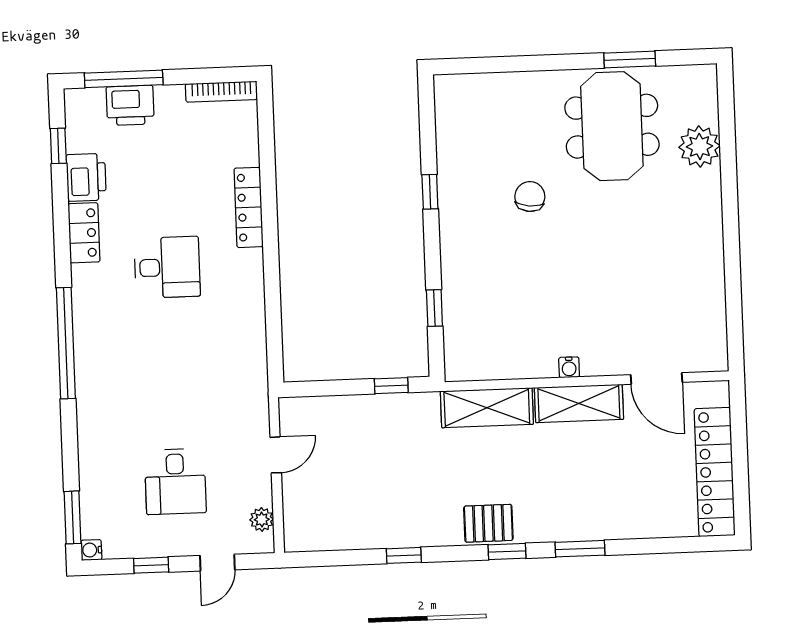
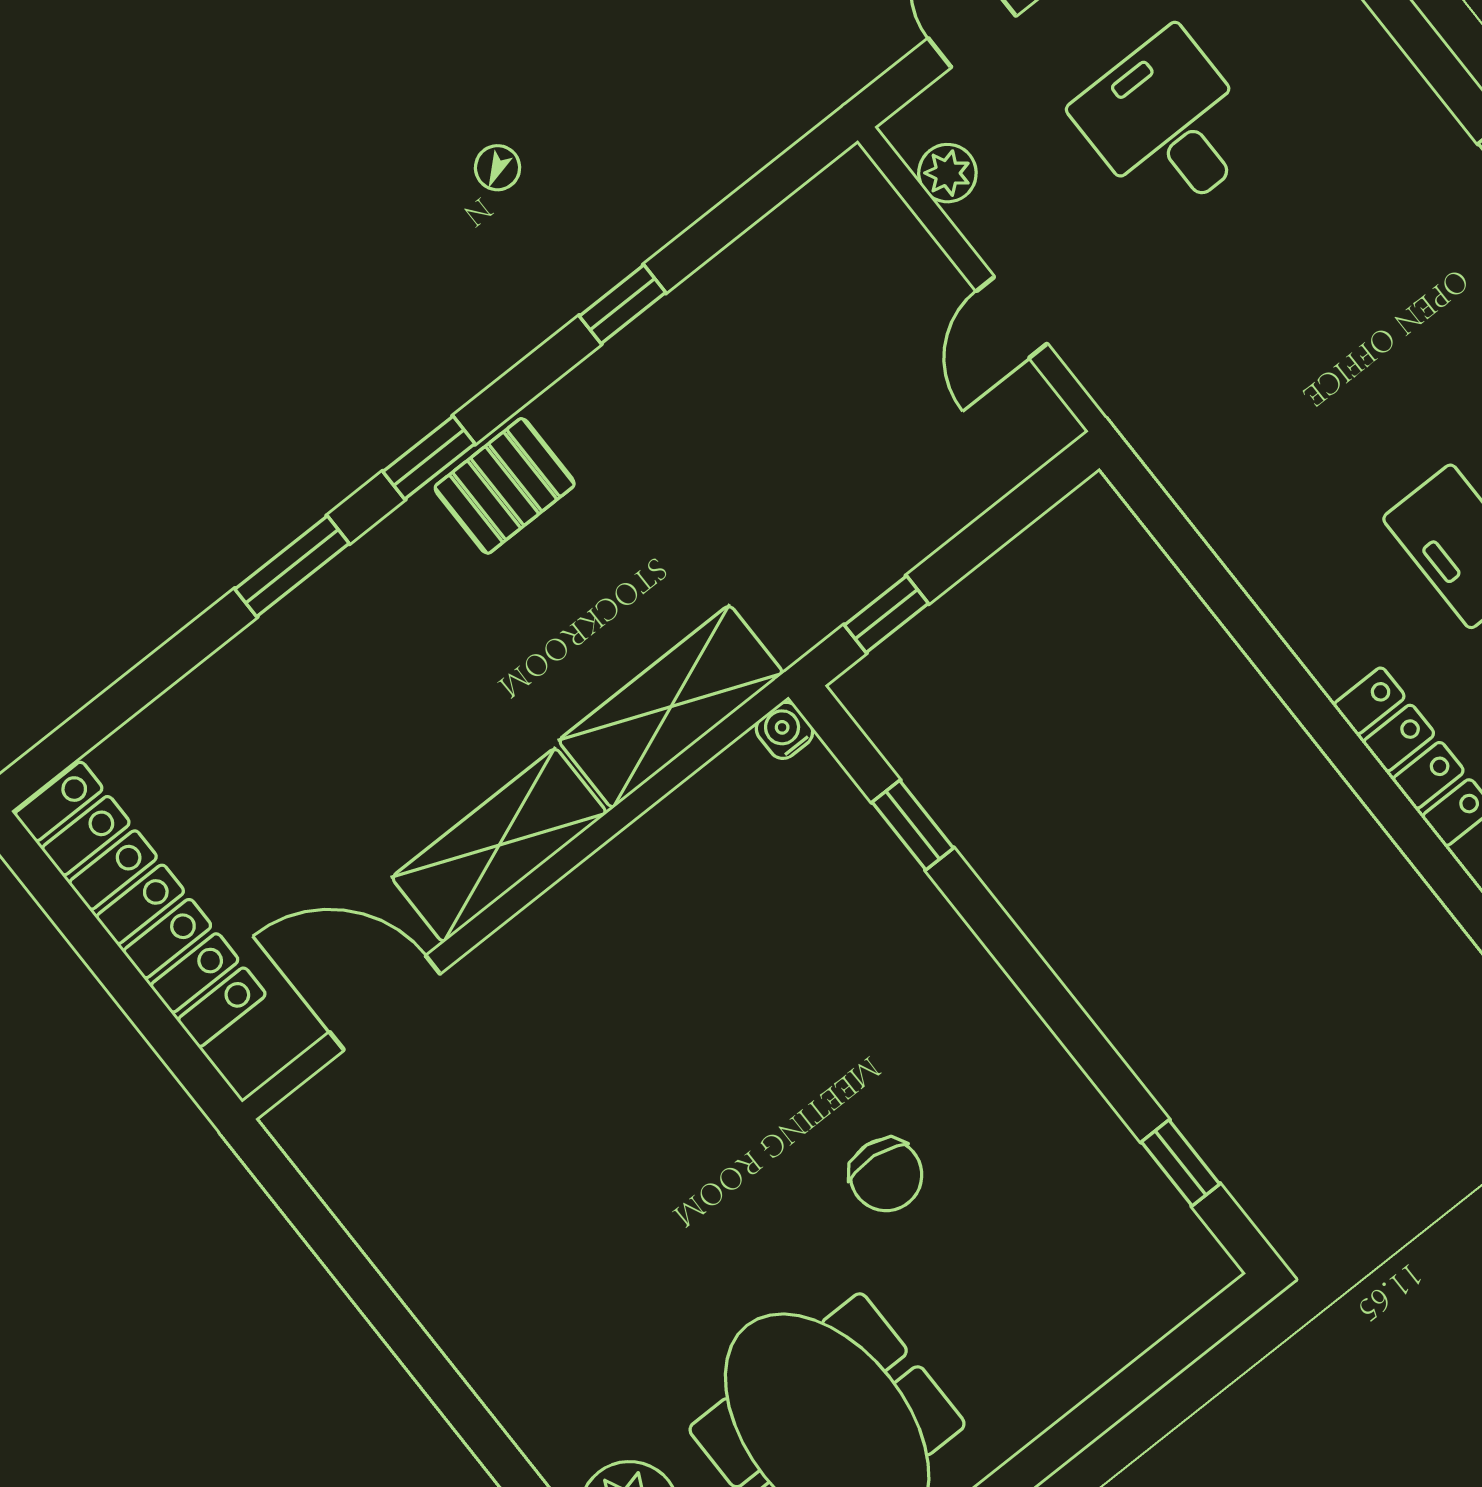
window: (430, 192) -> (1181, 1163), moved
water cooler: (569, 367) -> (784, 730), moved

